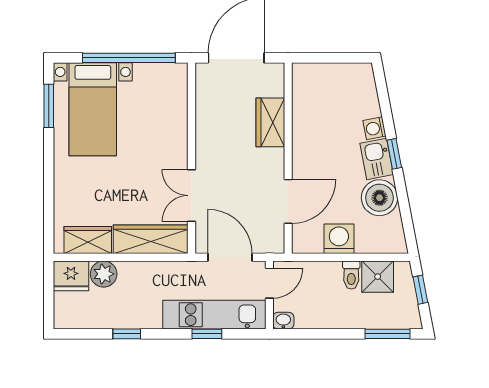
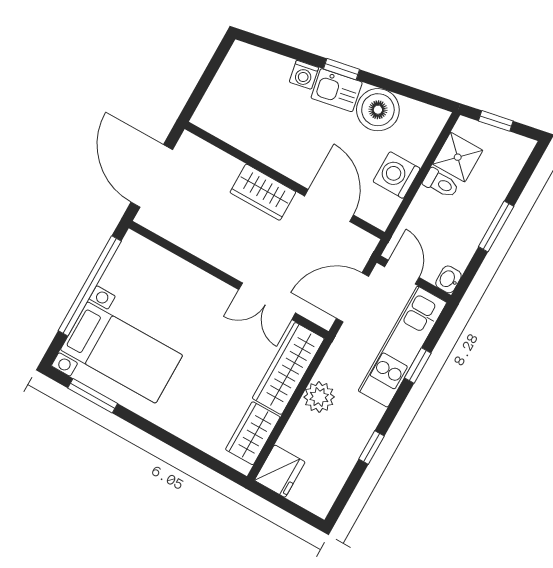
wardrobe: (270, 122) -> (263, 192), moved
plant: (104, 274) -> (319, 397), moved
window: (387, 334) -> (496, 227), moved

